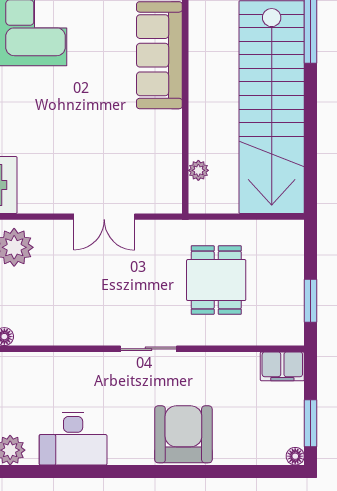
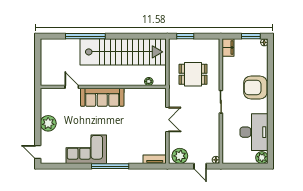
window: (311, 301) -> (185, 36), moved
desk: (73, 439) -> (254, 132), width x1.36, depth x1.30

